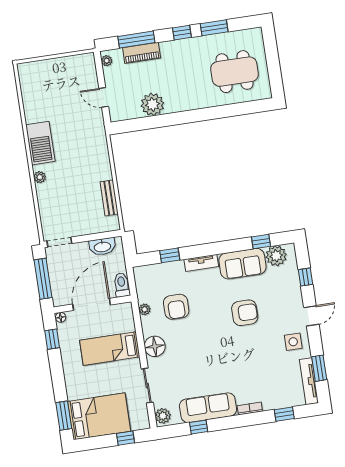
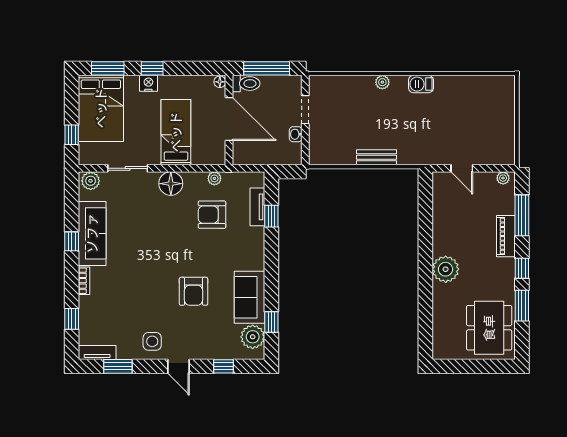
piano: (142, 53) -> (506, 236), moved
dining table: (234, 72) -> (489, 328), moved
door: (104, 97) -> (462, 168), swing flipped
plant: (152, 104) -> (446, 269), moved
barbecue: (40, 143) -> (421, 84), width x0.53, depth x0.65
bench: (109, 198) -> (376, 157), moved
doorway: (59, 242) -> (305, 110), moved
washbasin: (102, 247) -> (296, 134), width x0.52, depth x0.69
tv unit: (201, 263) -> (257, 207), moved
toilet: (122, 285) -> (246, 84), moved
window: (52, 339) -> (152, 68), moved
nightstand: (71, 379) -> (148, 83), added
tv unit: (309, 381) -> (97, 352), width x0.71
window: (199, 427) -> (72, 241), moved

